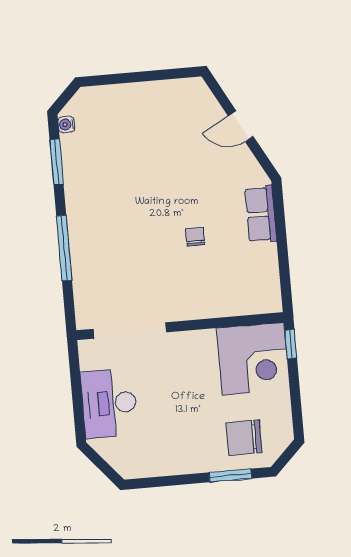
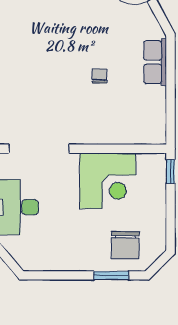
corner desk: (253, 359) -> (108, 181), moved
chair: (244, 438) -> (125, 245), turned -90

